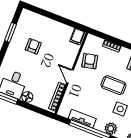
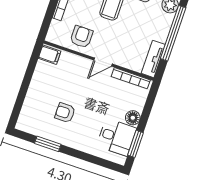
armchair: (90, 61) -> (81, 37), turned 102
tv unit: (82, 119) -> (153, 59), moved

